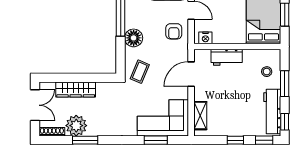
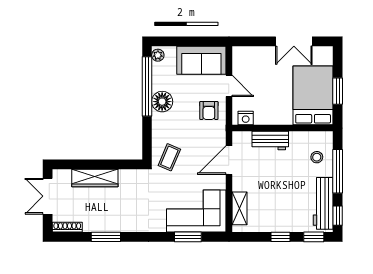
floor lamp: (134, 38) -> (162, 102), moved
window: (285, 84) -> (338, 171), width x1.44
double door: (35, 105) -> (48, 196), swing flipped
plant: (76, 126) -> (96, 220), removed

